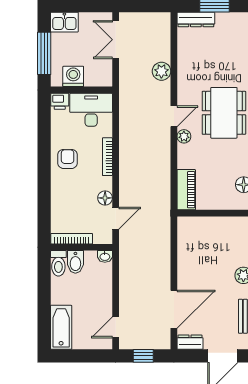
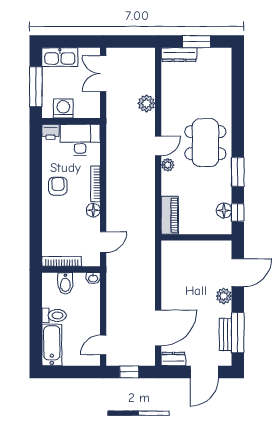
kitchen sink: (64, 22) -> (60, 57), width x1.38
floor lamp: (105, 198) -> (93, 210), moved
toilet: (58, 263) -> (54, 315), moved, turned -90

